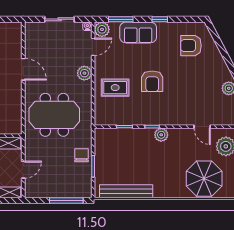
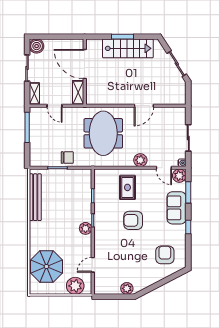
window: (66, 200) -> (27, 127), moved

